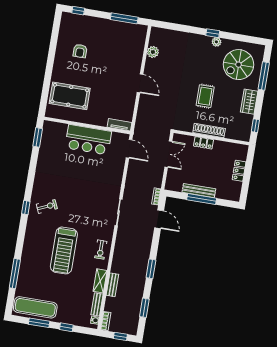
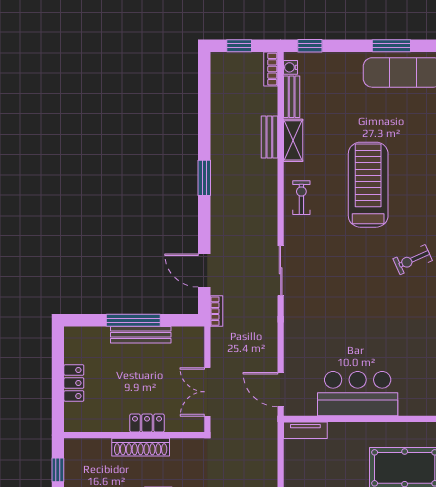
window: (144, 308) -> (204, 105), removed
window: (66, 327) -> (310, 46), moved

